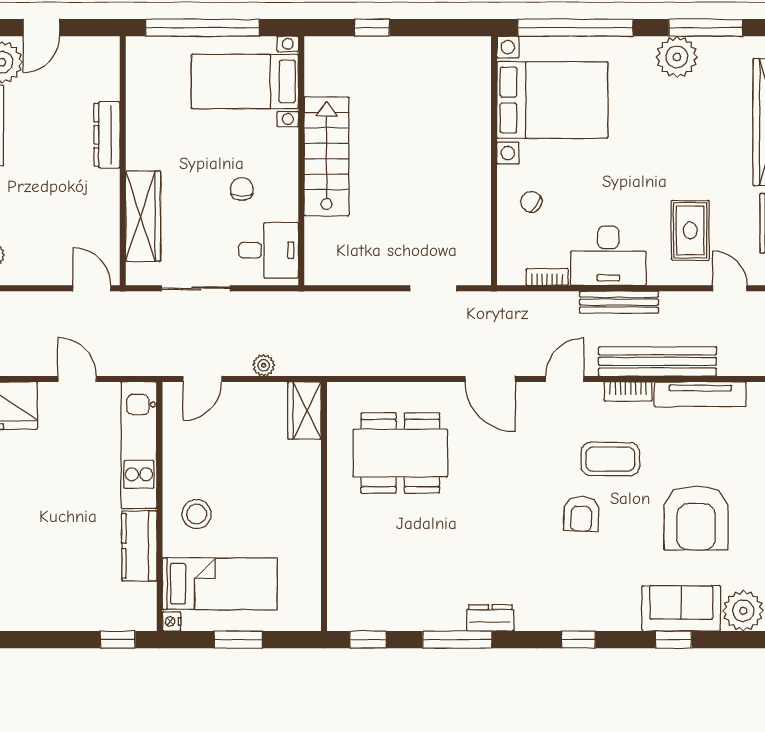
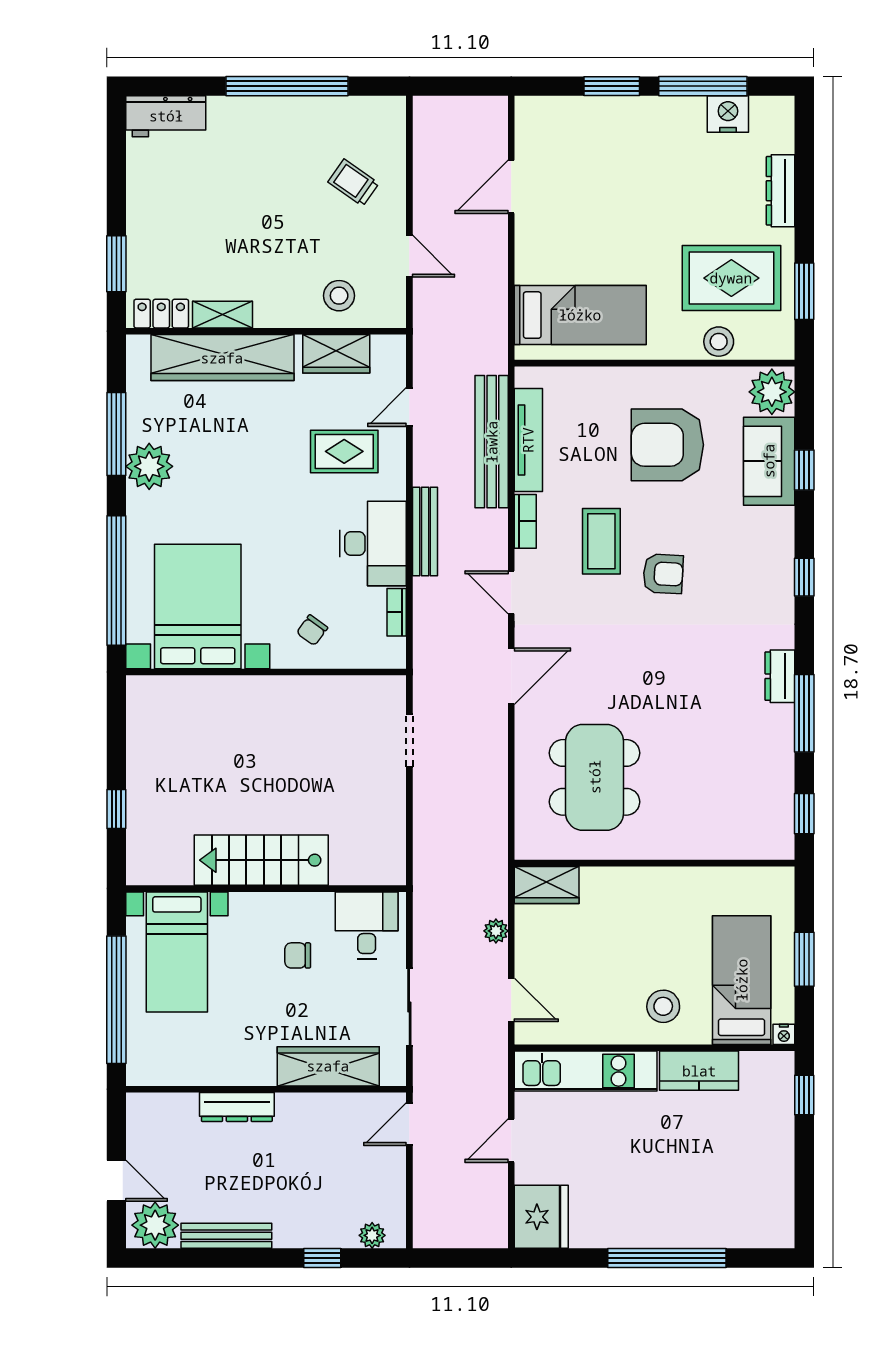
bench: (657, 361) -> (492, 442), moved
armchair: (696, 518) -> (667, 445), turned 180

